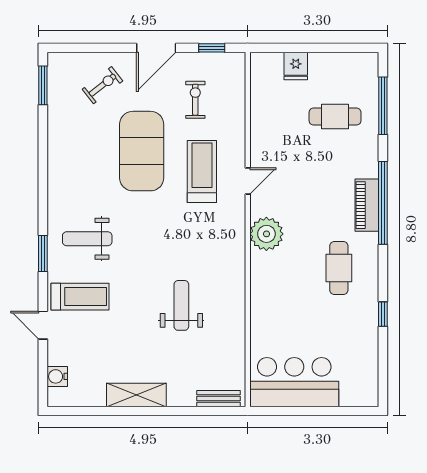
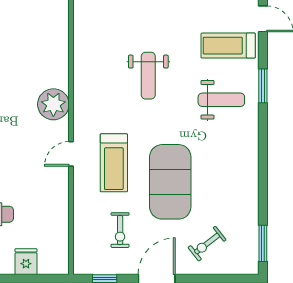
weight bench: (181, 305) -> (148, 76), moved

